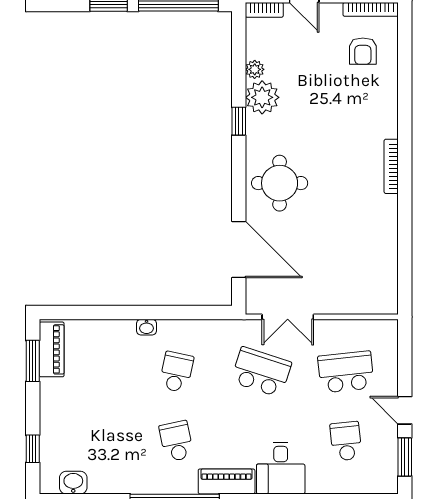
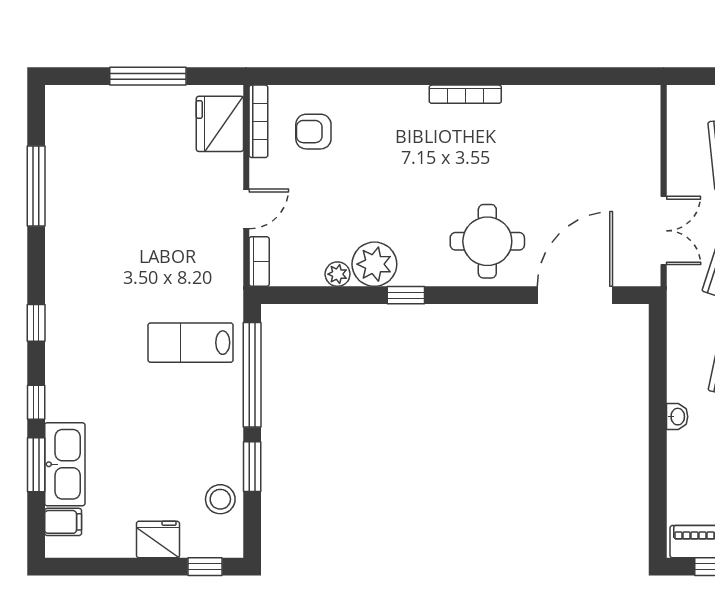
armchair: (363, 51) -> (313, 132), turned 180

